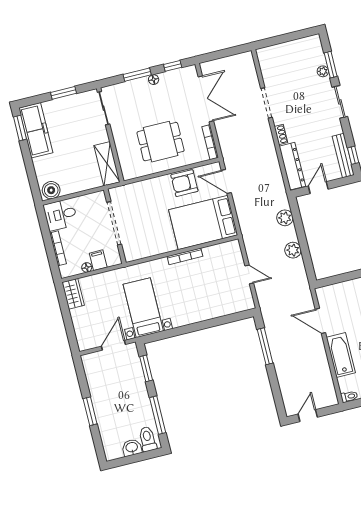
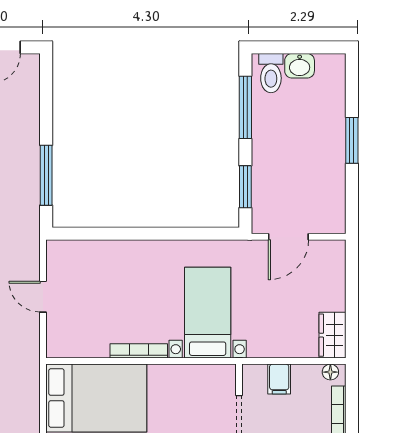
floor lamp: (87, 267) -> (330, 372), moved
bed with nightstands: (143, 308) -> (208, 313), moved, turned 180

